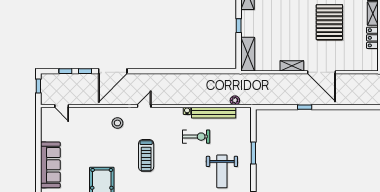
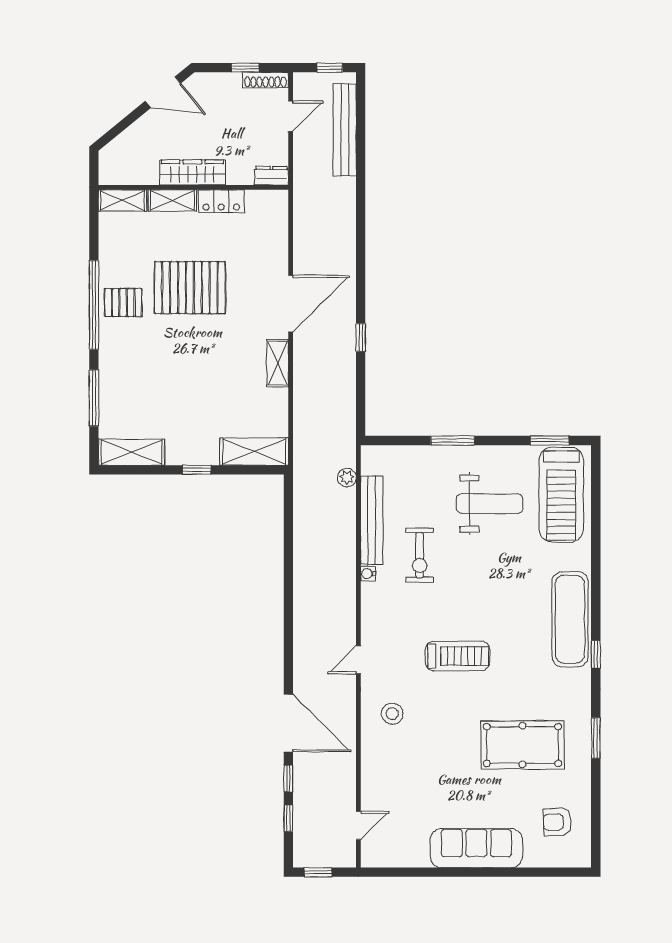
door: (144, 106) -> (358, 660), hinge flipped
exercise bike: (196, 137) -> (420, 555), turned 180

